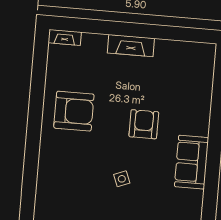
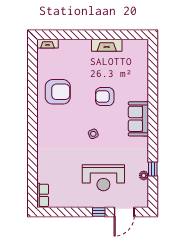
fireplace: (131, 46) -> (107, 45), moved
armchair: (144, 124) -> (105, 97), turned -90

